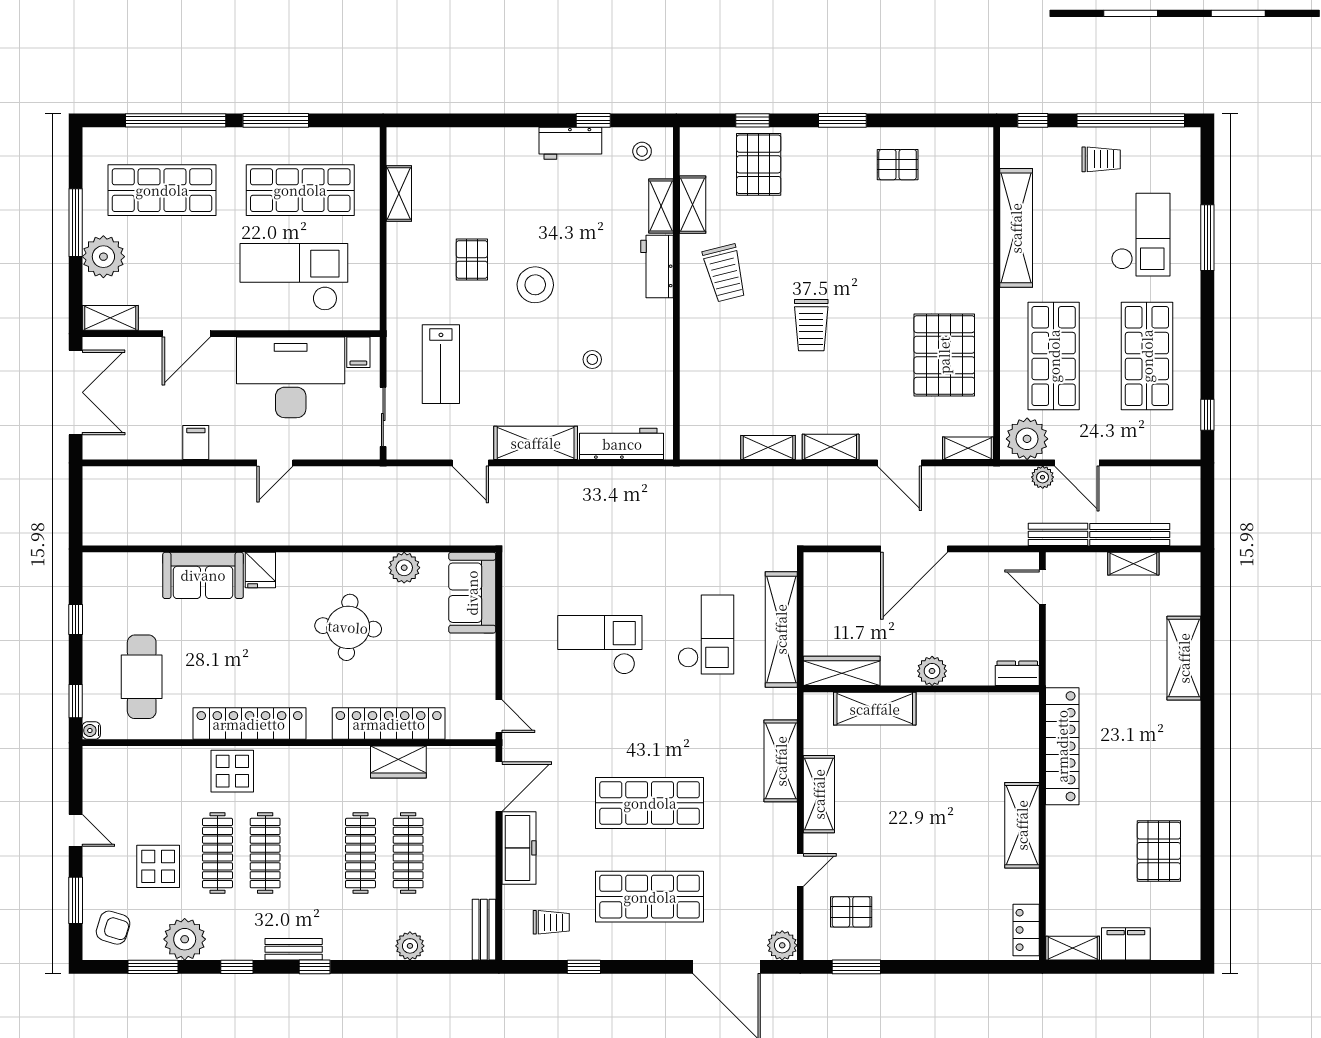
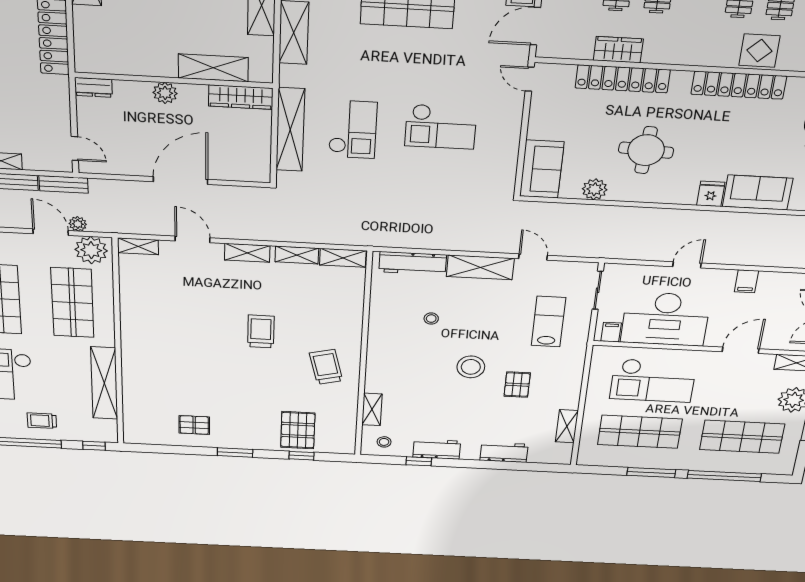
shelving: (693, 205) -> (343, 258), moved, turned 90
workbench: (657, 267) -> (504, 452), moved, turned -90
pallet: (944, 355) -> (158, 308), removed
checkout: (706, 634) -> (353, 129), turned 180

